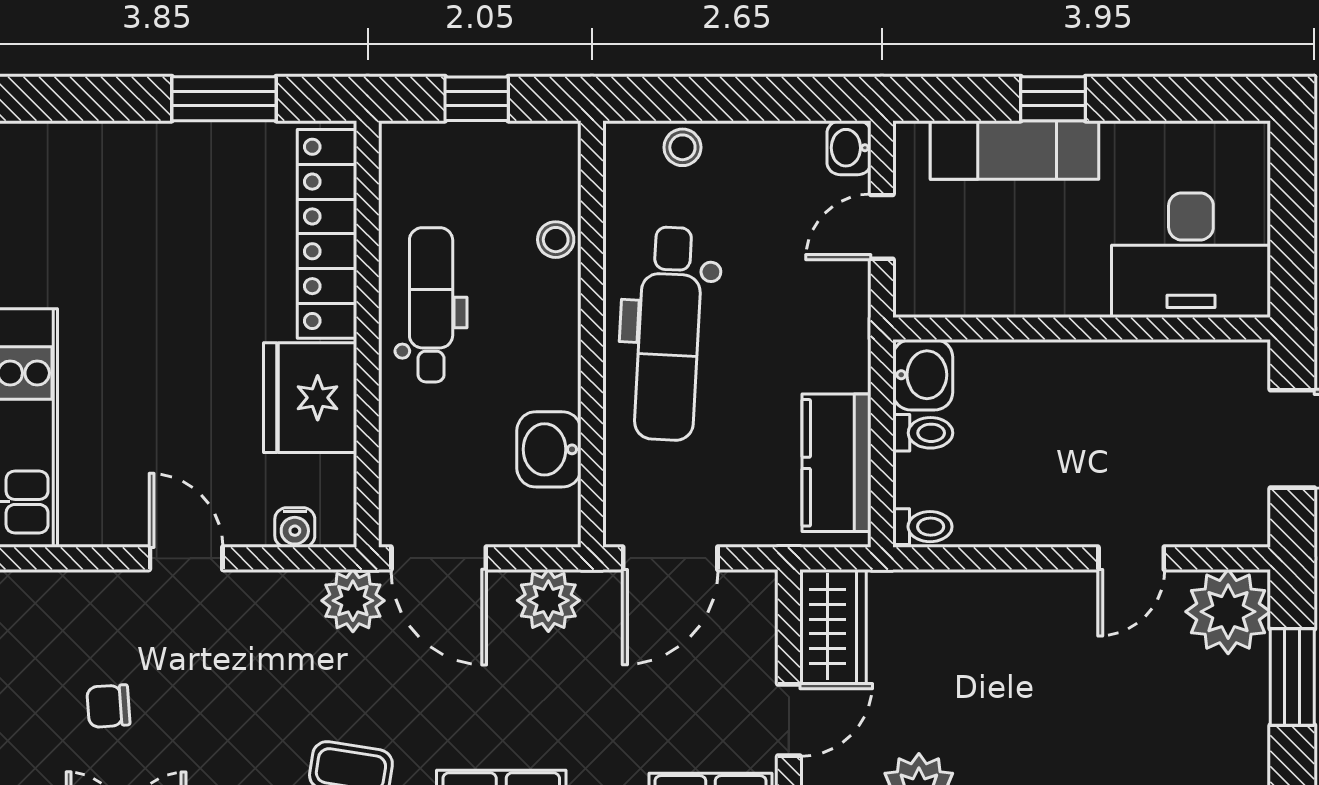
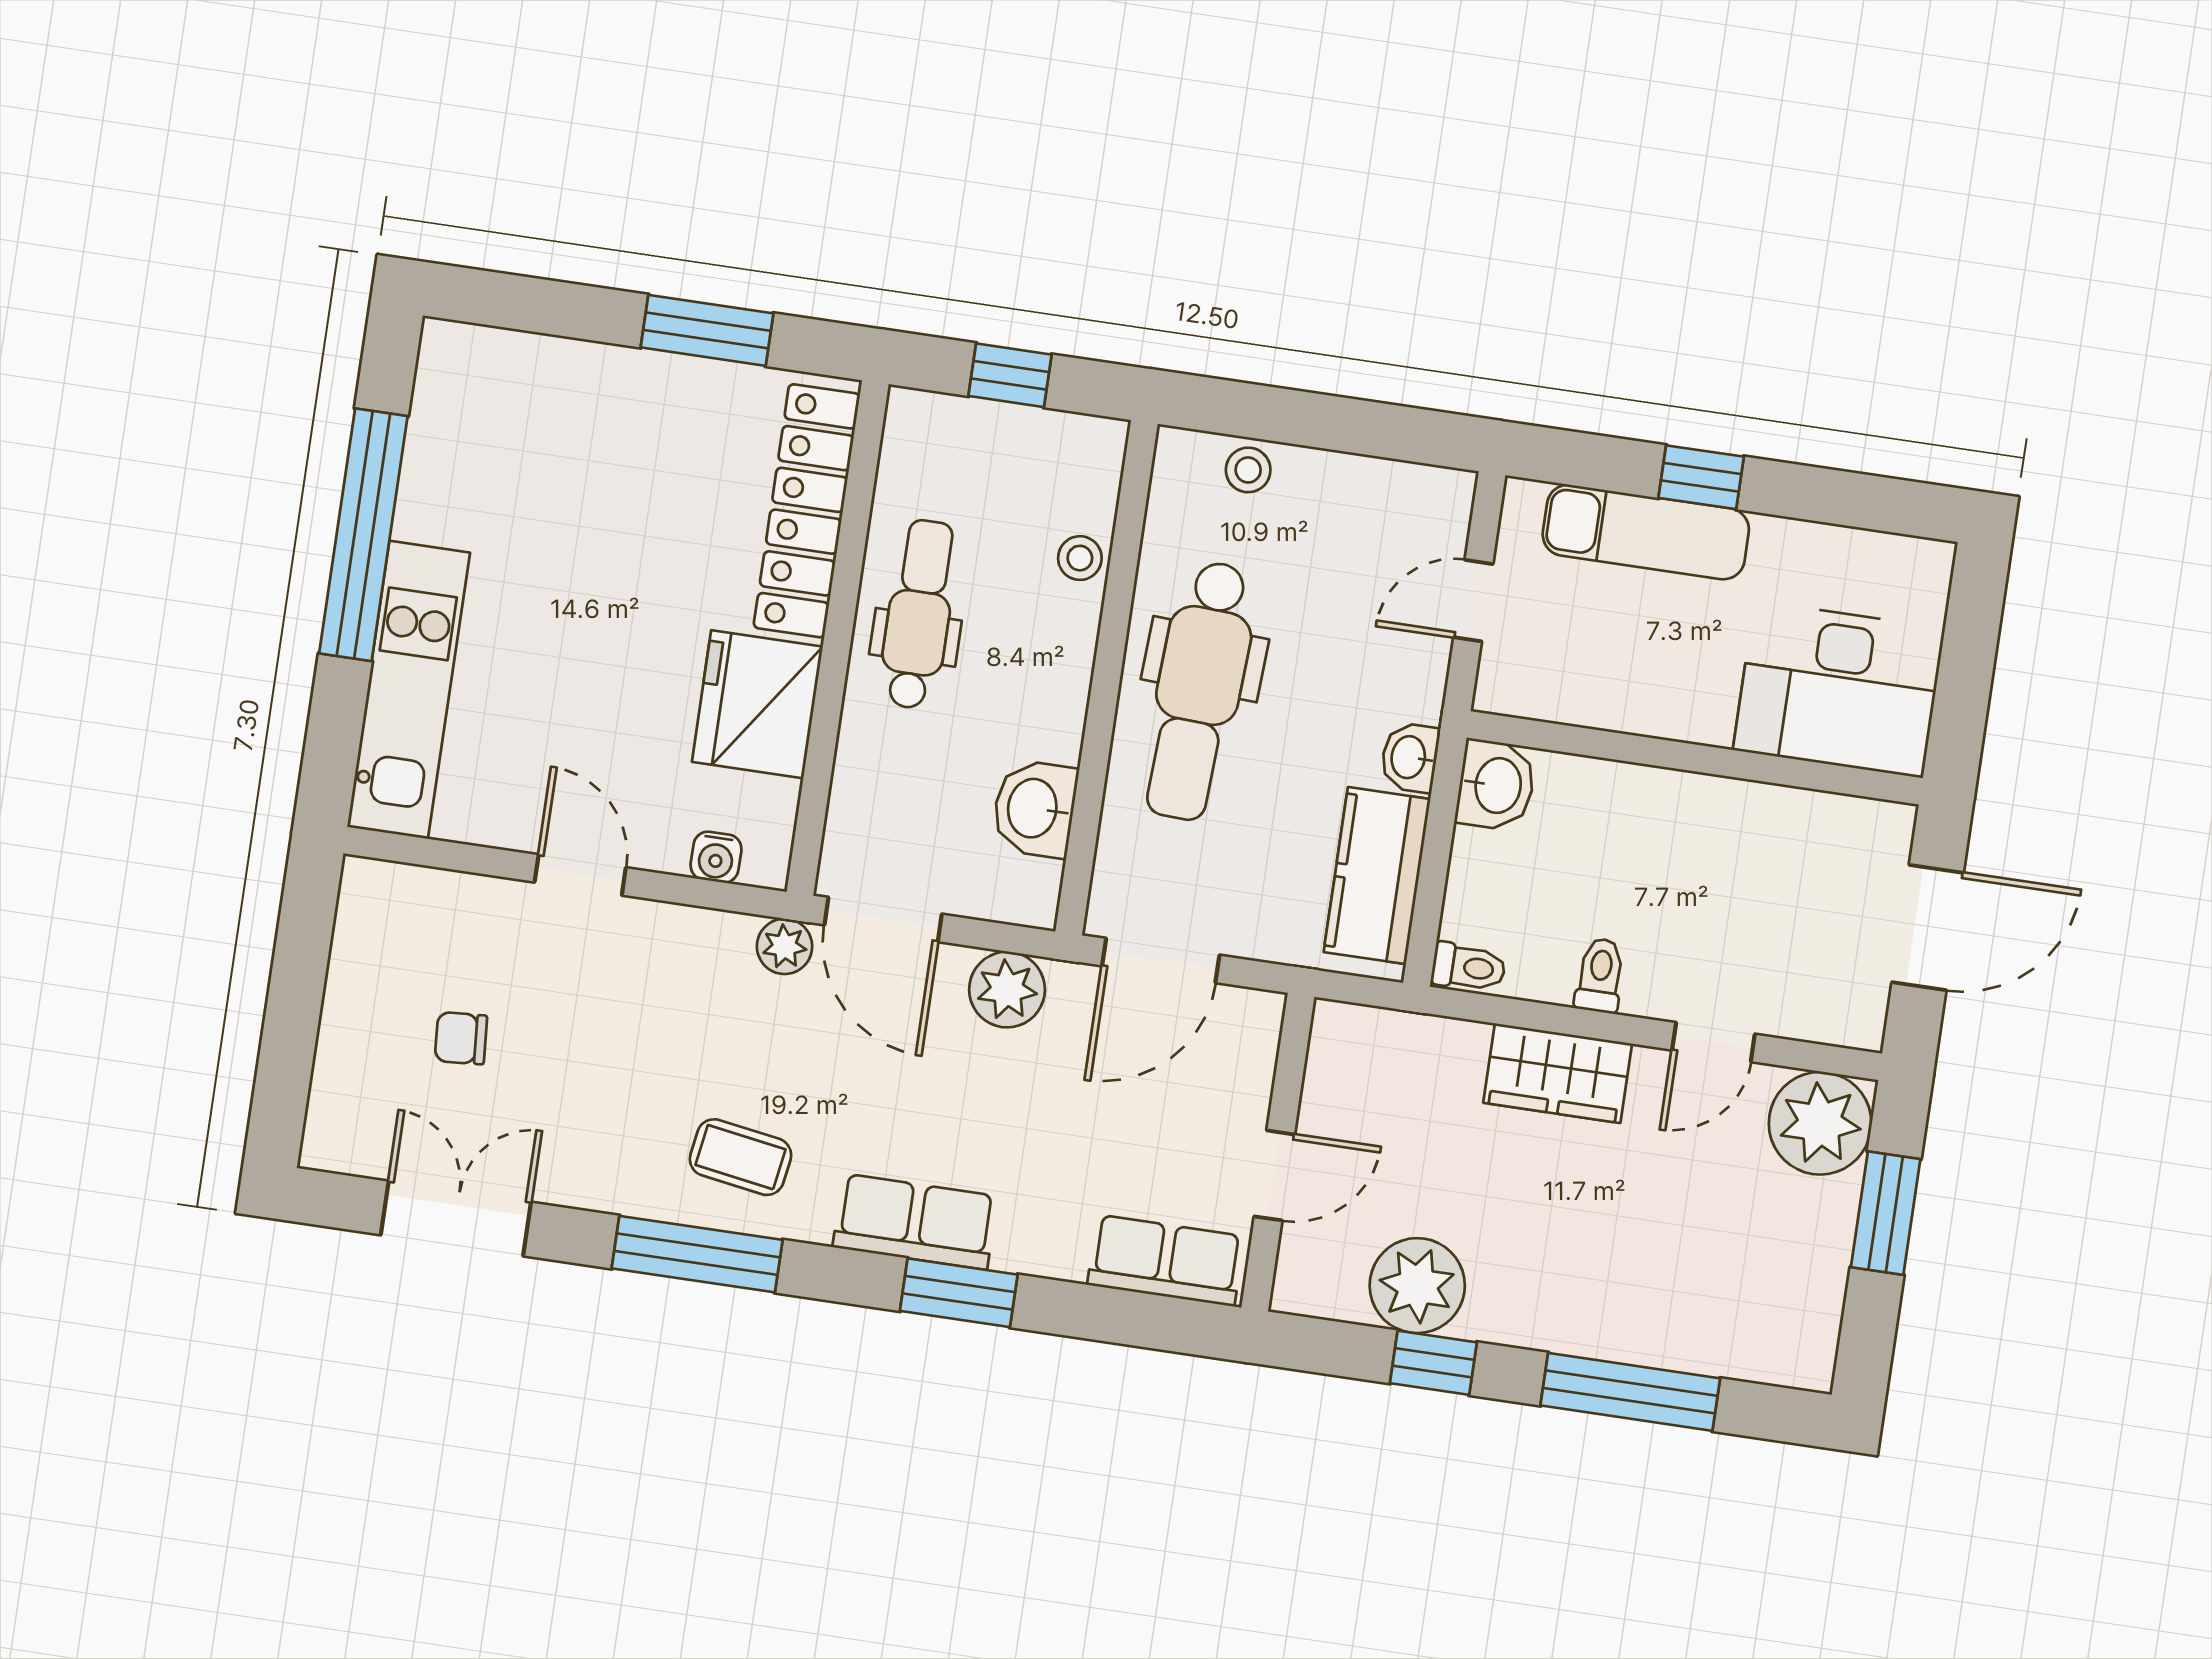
washbasin: (849, 148) -> (1410, 757), moved
toilet: (923, 433) -> (1600, 975), moved, turned -90
plant: (353, 601) -> (785, 946), width x0.73, depth x0.73
wardrobe: (833, 626) -> (1558, 1073), moved, turned 90

